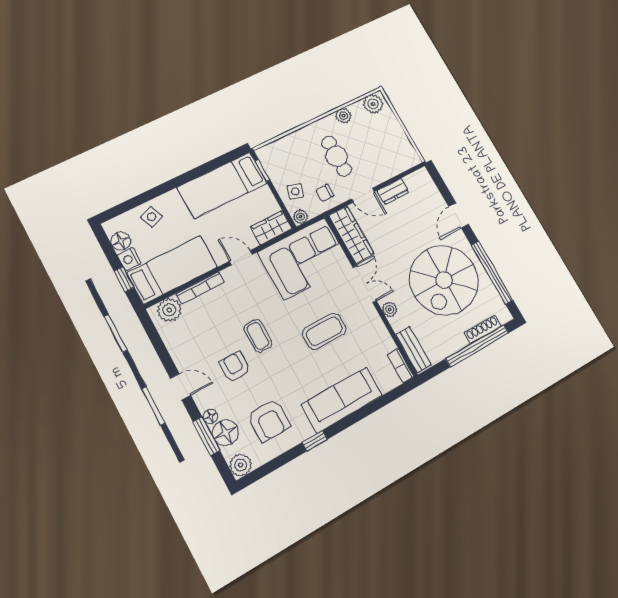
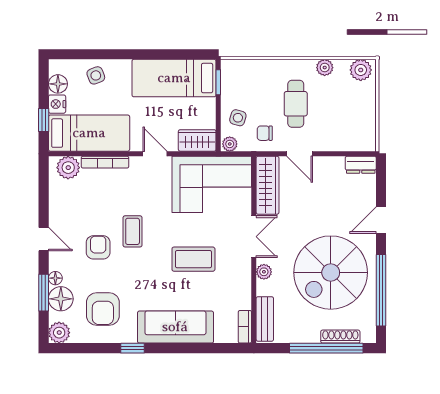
dresser: (393, 191) -> (361, 165), moved

